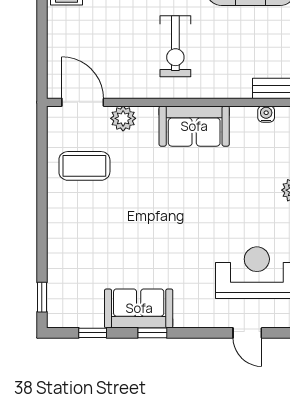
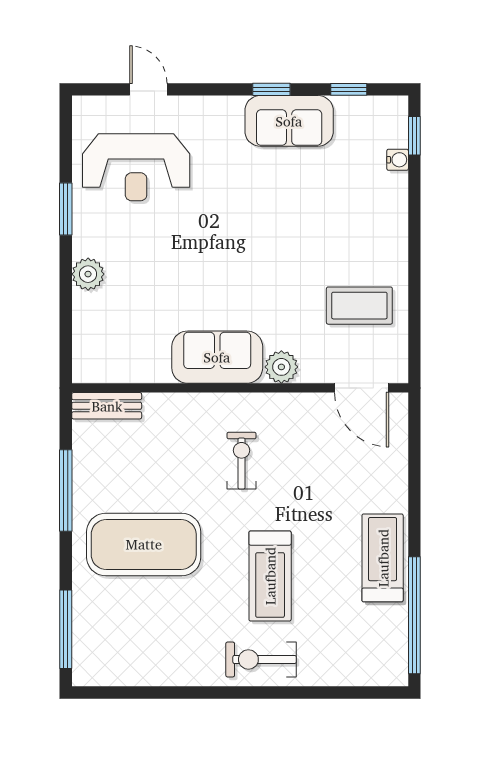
exercise bike: (175, 46) -> (242, 461), width x0.73, depth x0.72
water cooler: (266, 114) -> (398, 160), moved, turned -90
plant: (123, 118) -> (281, 367), moved

